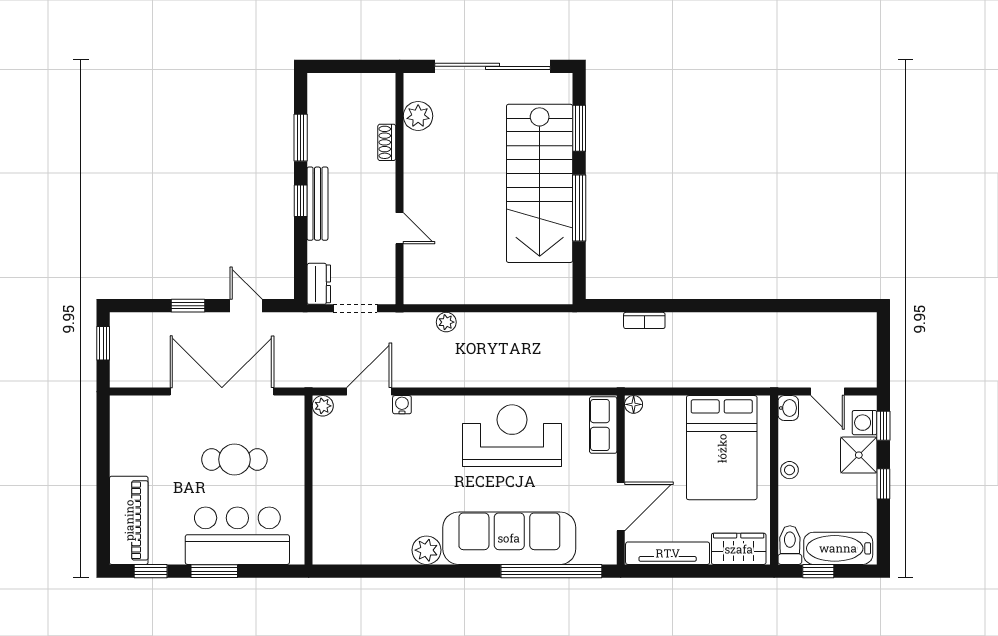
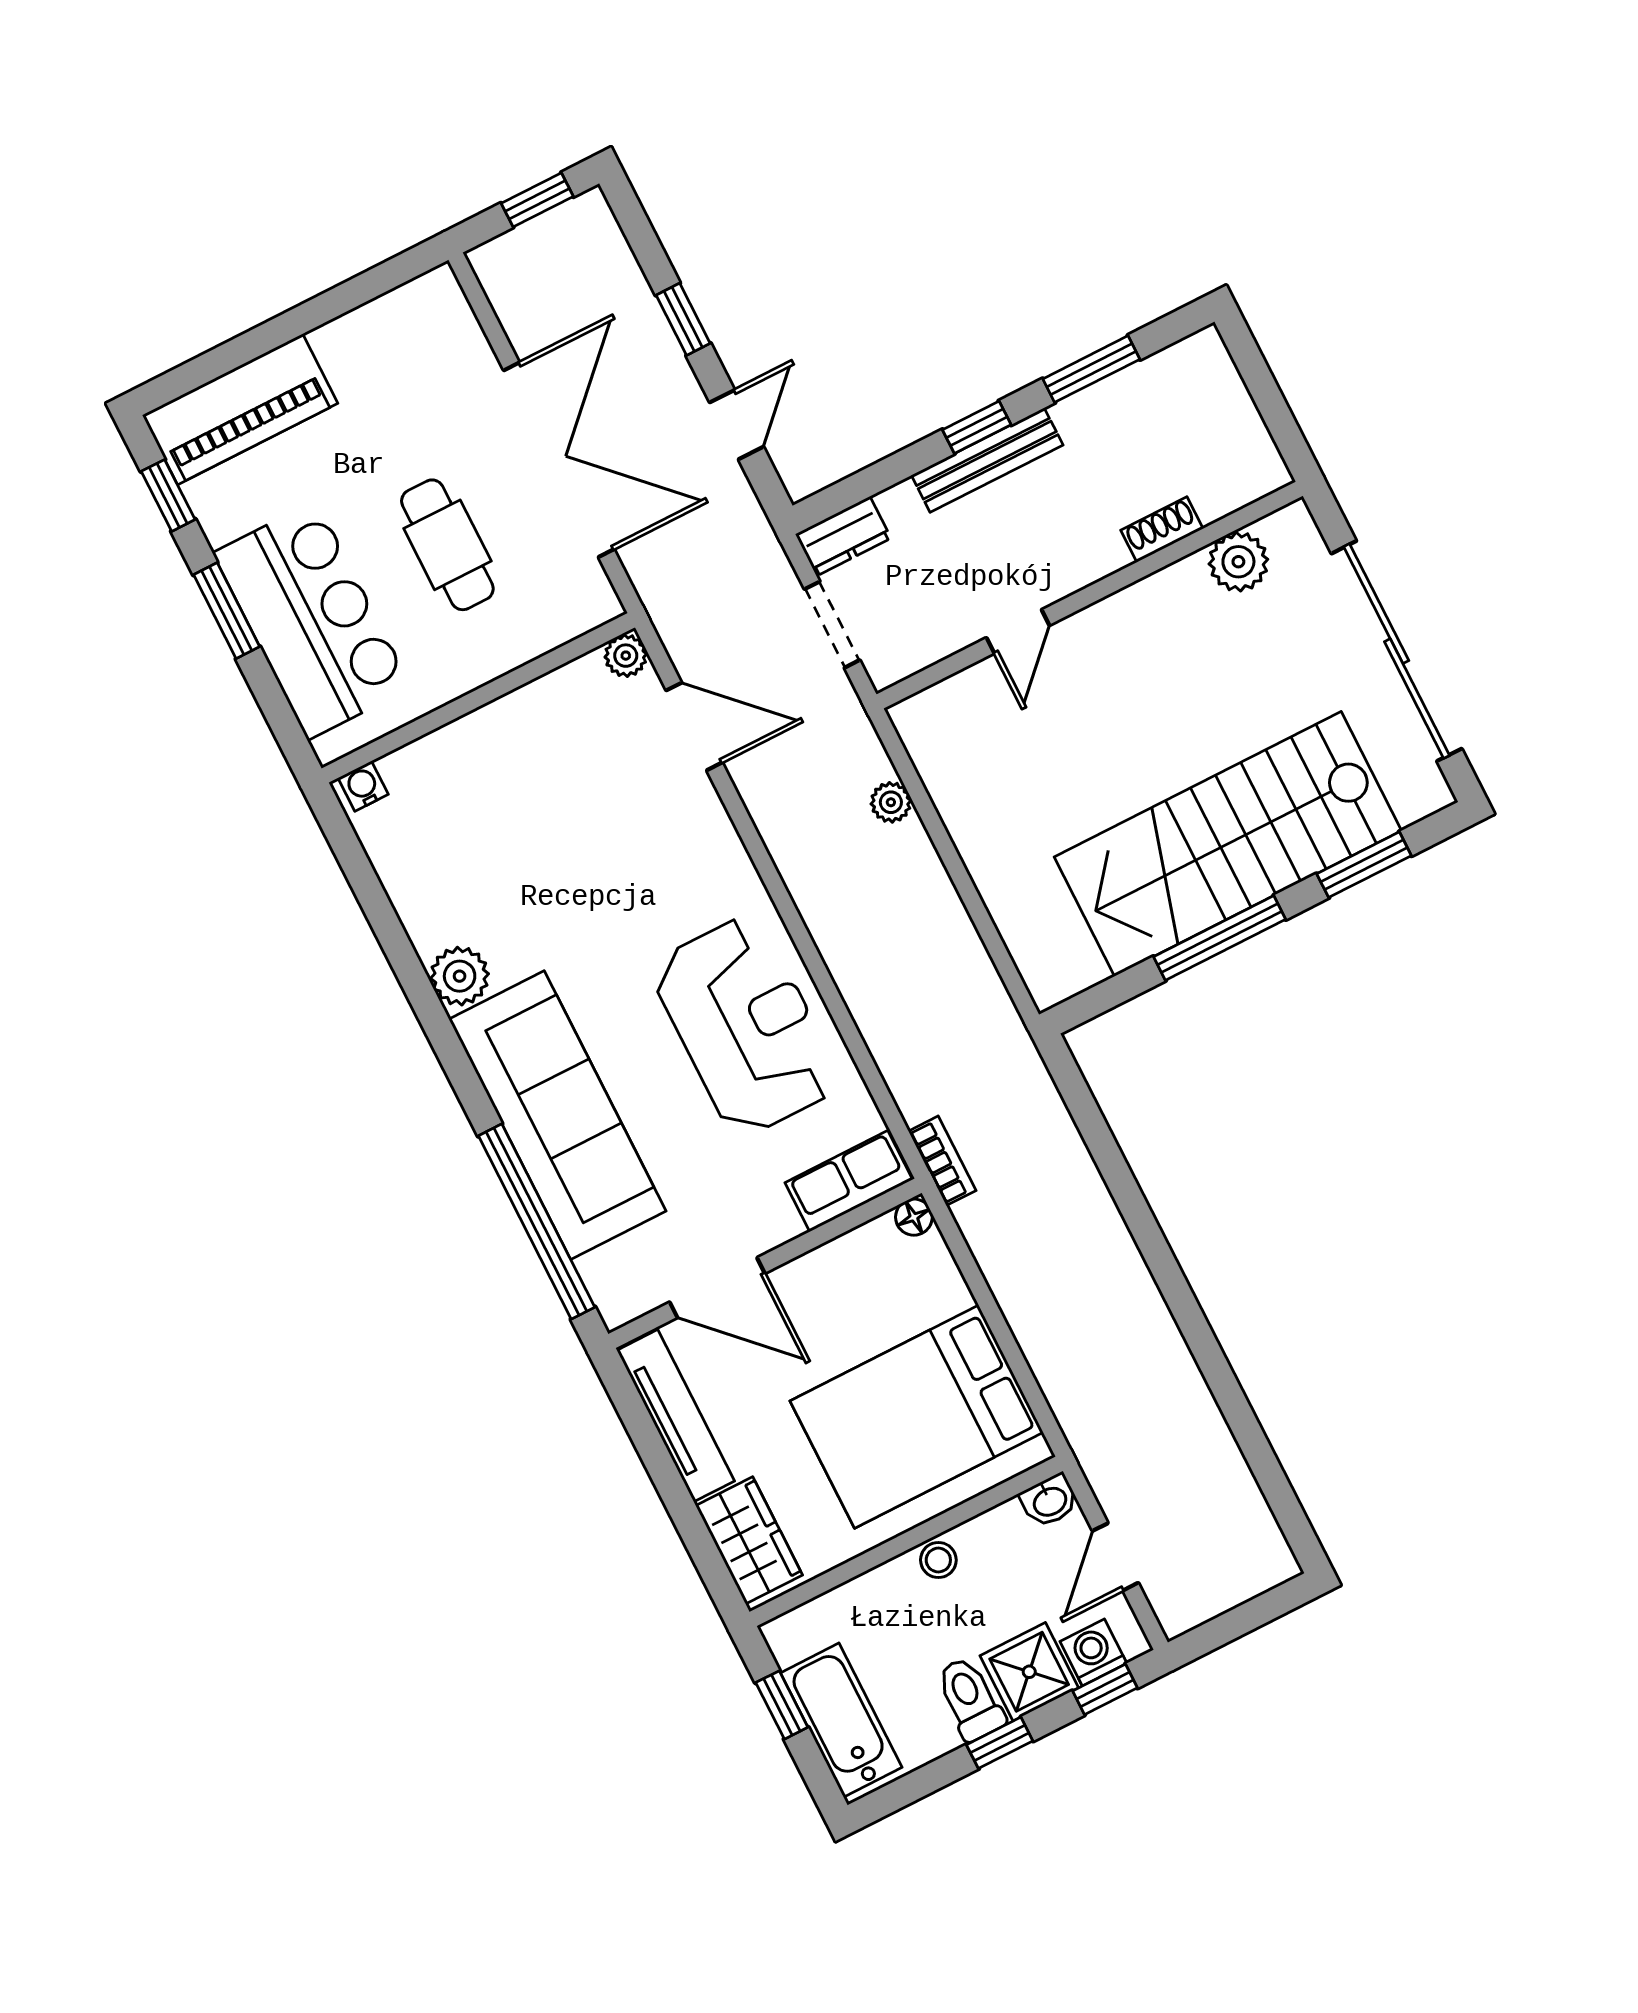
bookcase: (644, 320) -> (942, 1161), moved, turned 180
water cooler: (402, 405) -> (363, 786), moved, turned -90
toilet: (790, 545) -> (970, 1699), moved, turned -90

